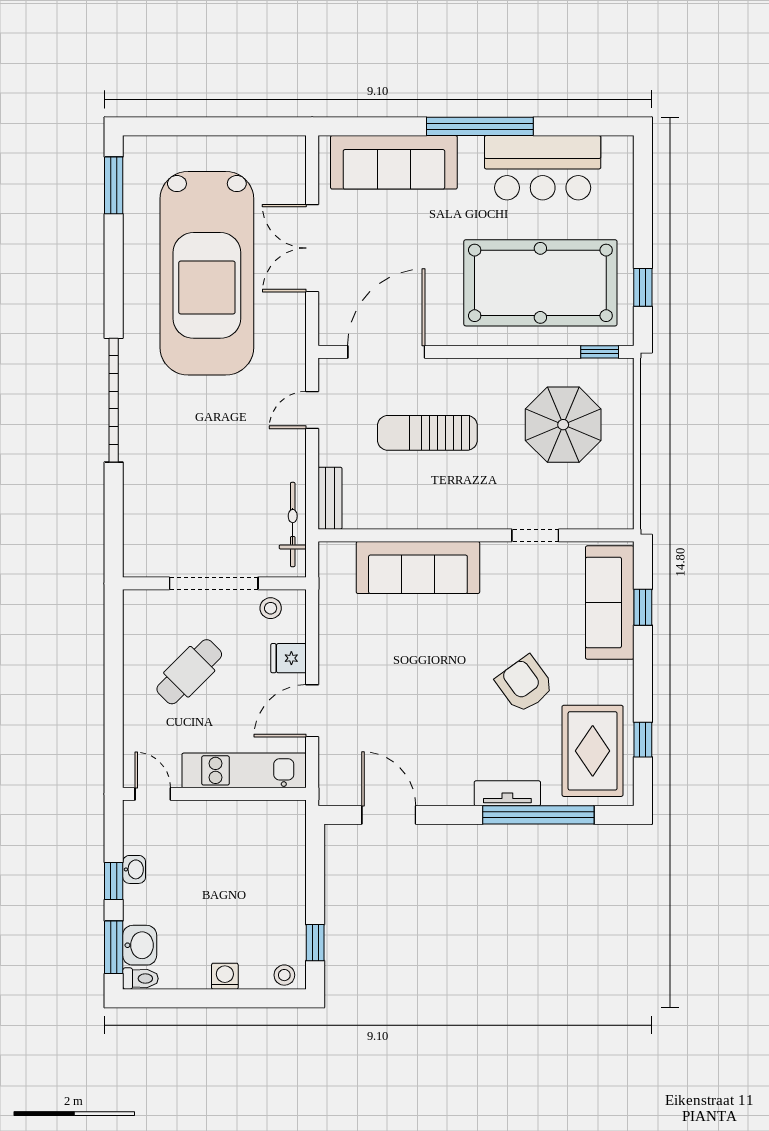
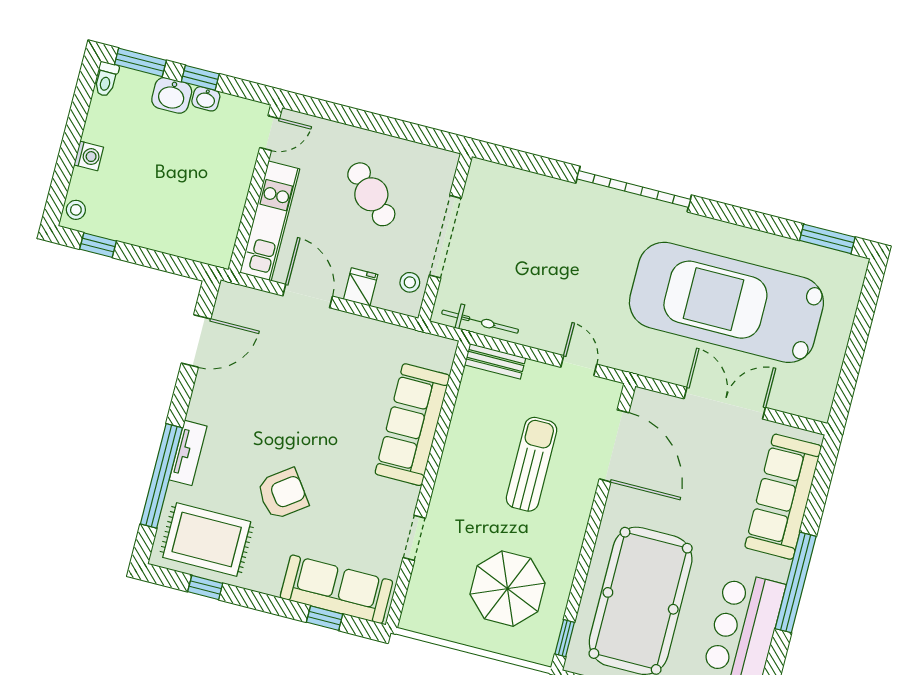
washbasin: (140, 945) -> (172, 95), moved

